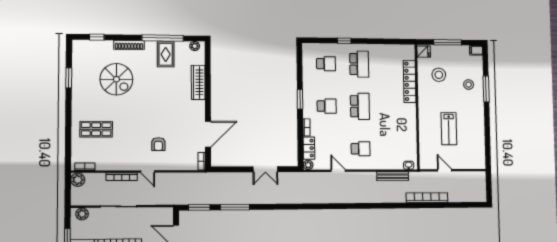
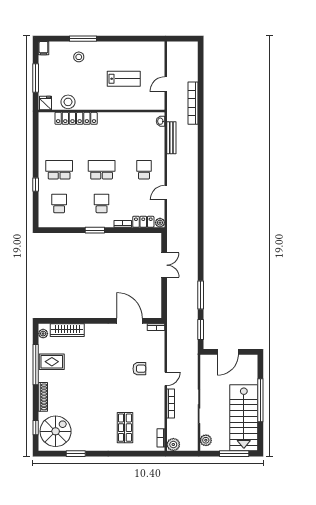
stool: (439, 75) -> (68, 102), moved
spiral stairs: (116, 79) -> (56, 431), moved
wardrobe: (198, 82) -> (67, 330), moved

